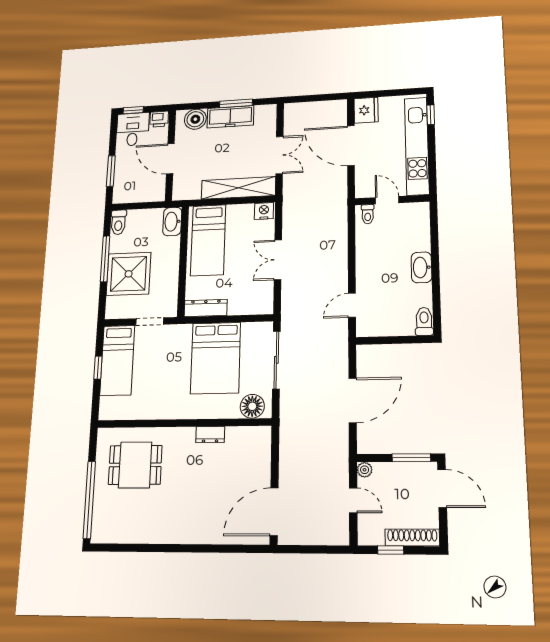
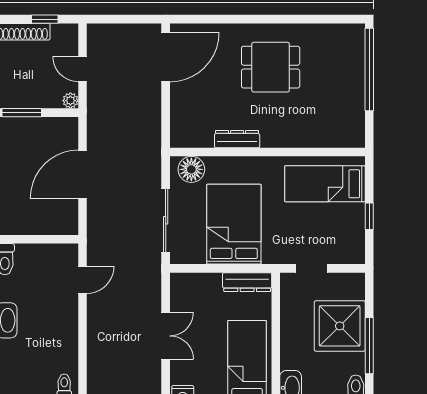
bed: (117, 360) -> (325, 184), moved, turned -90
dresser: (210, 435) -> (237, 139), width x1.44
dining table: (135, 465) -> (271, 67), moved

